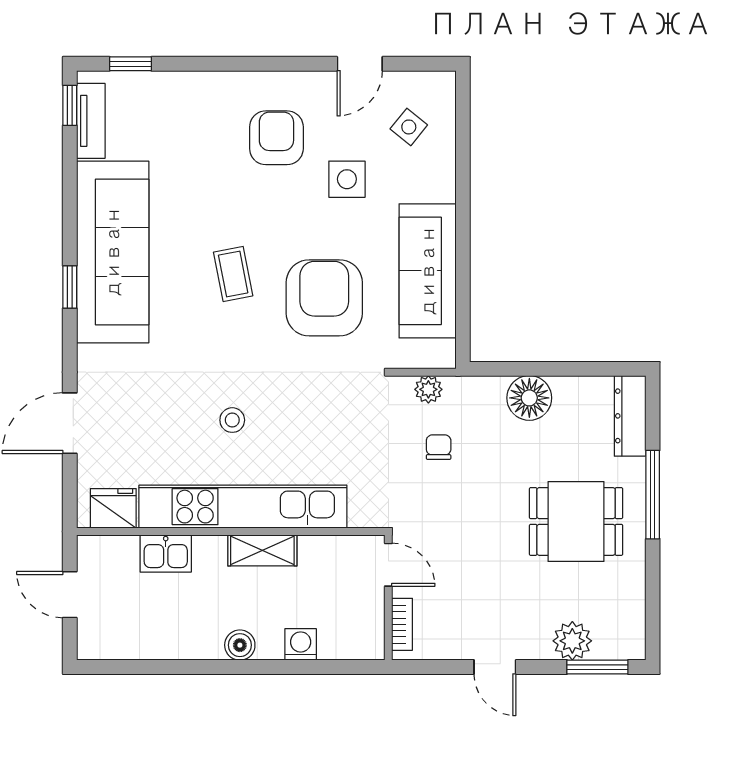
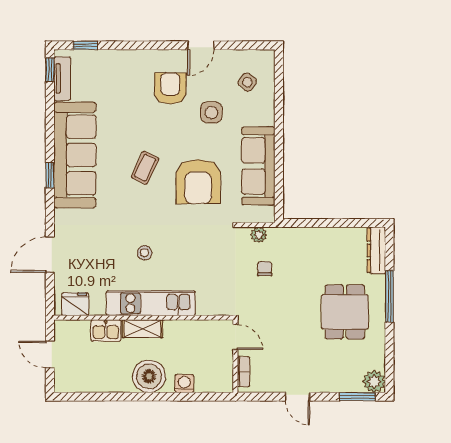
door: (360, 64) -> (201, 45), moved
coffee table: (233, 274) -> (145, 168), turned 36
armchair: (324, 298) -> (198, 182), turned 180
floor lamp: (529, 398) -> (318, 240), removed
kitchen unit: (243, 507) -> (151, 303), width x0.73
dining table: (576, 521) -> (345, 312), turned 90
shelving: (262, 550) -> (142, 329), moved
plant: (572, 641) -> (374, 381), moved
boiler: (240, 645) -> (149, 376), width x1.86, depth x1.86

